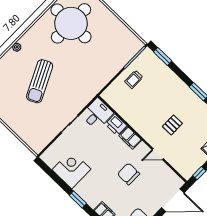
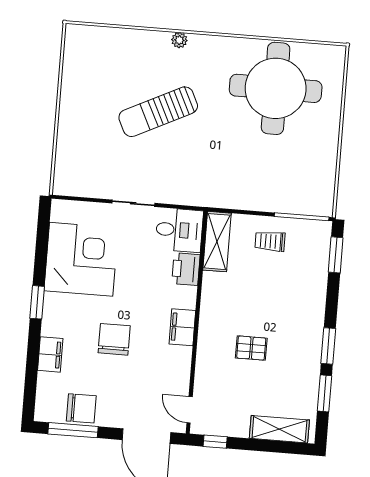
shelving: (115, 102) -> (217, 242), added
filing cabinet: (130, 138) -> (182, 327), moved
door: (158, 154) -> (190, 410), moved
corner desk: (72, 169) -> (81, 259), width x1.36, depth x1.36
chair: (129, 174) -> (114, 339), moved

